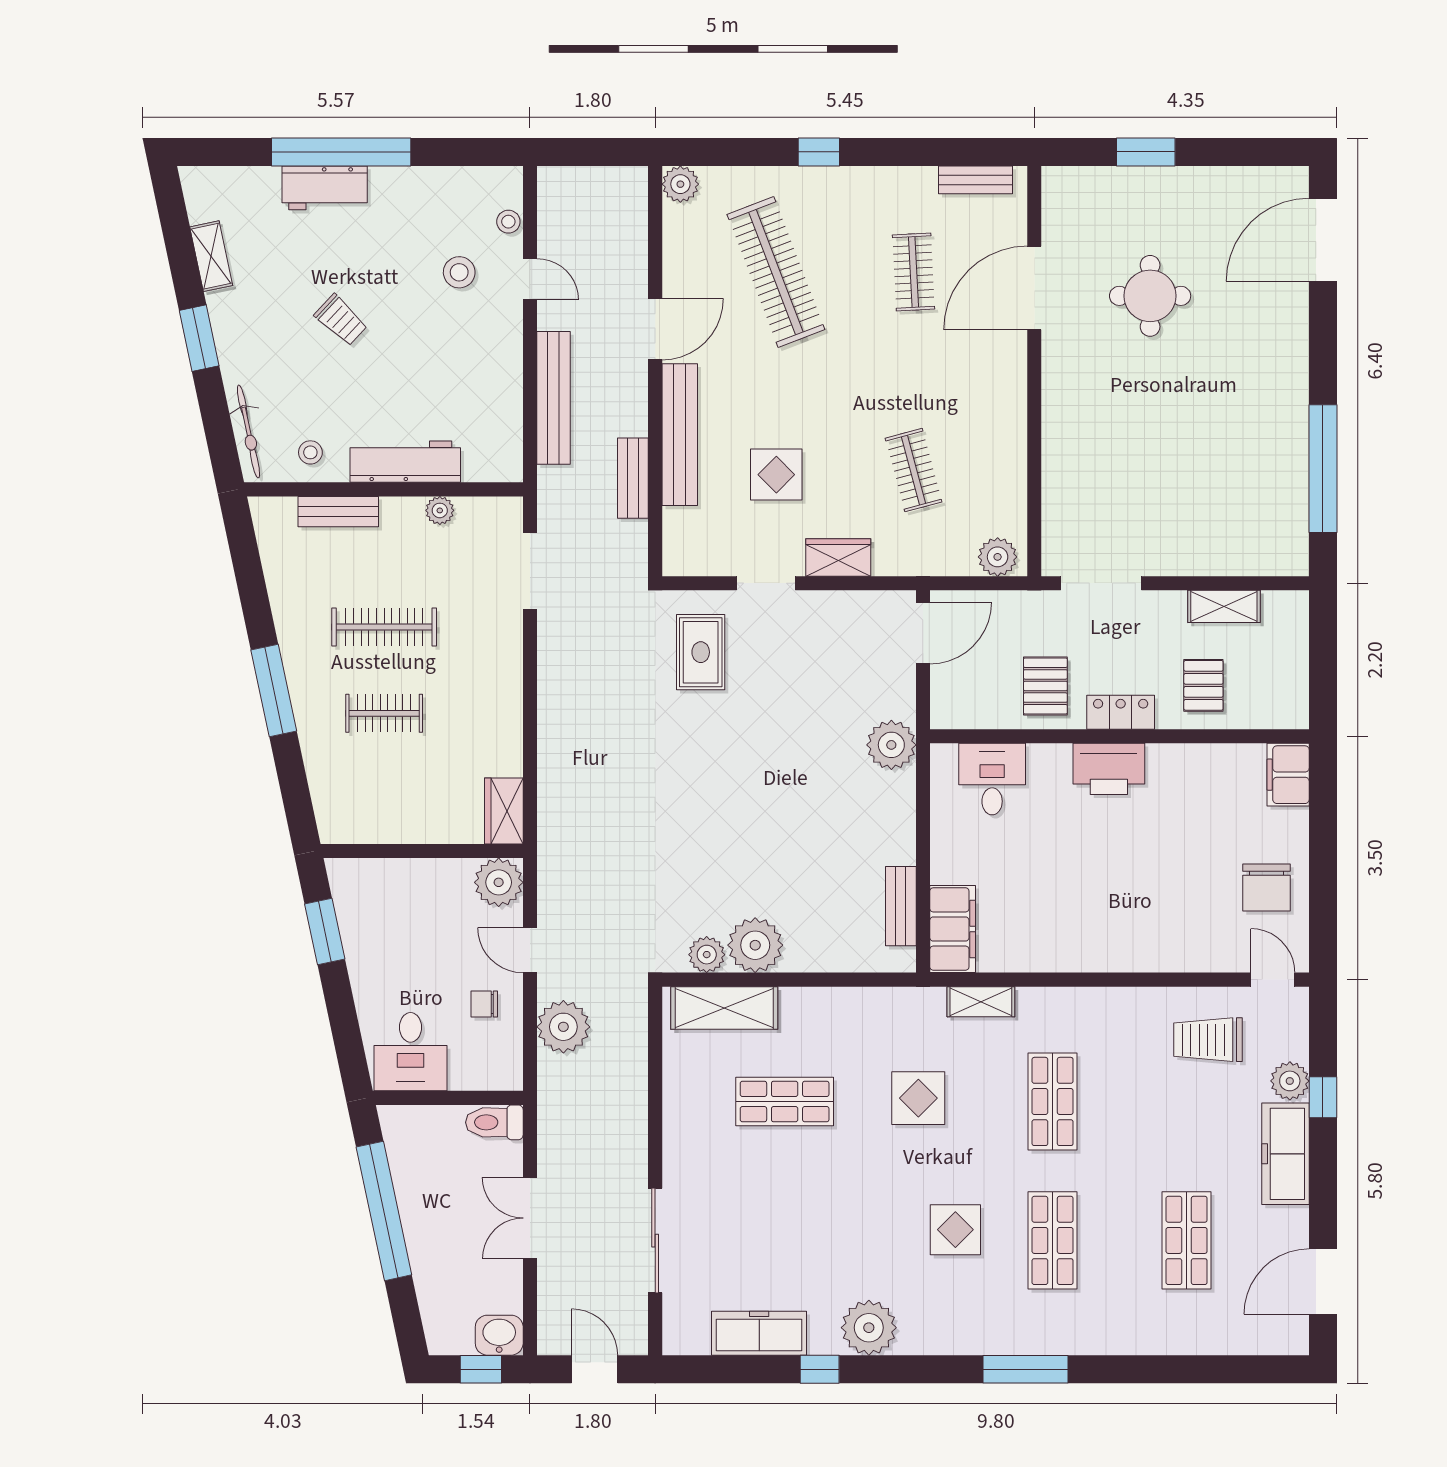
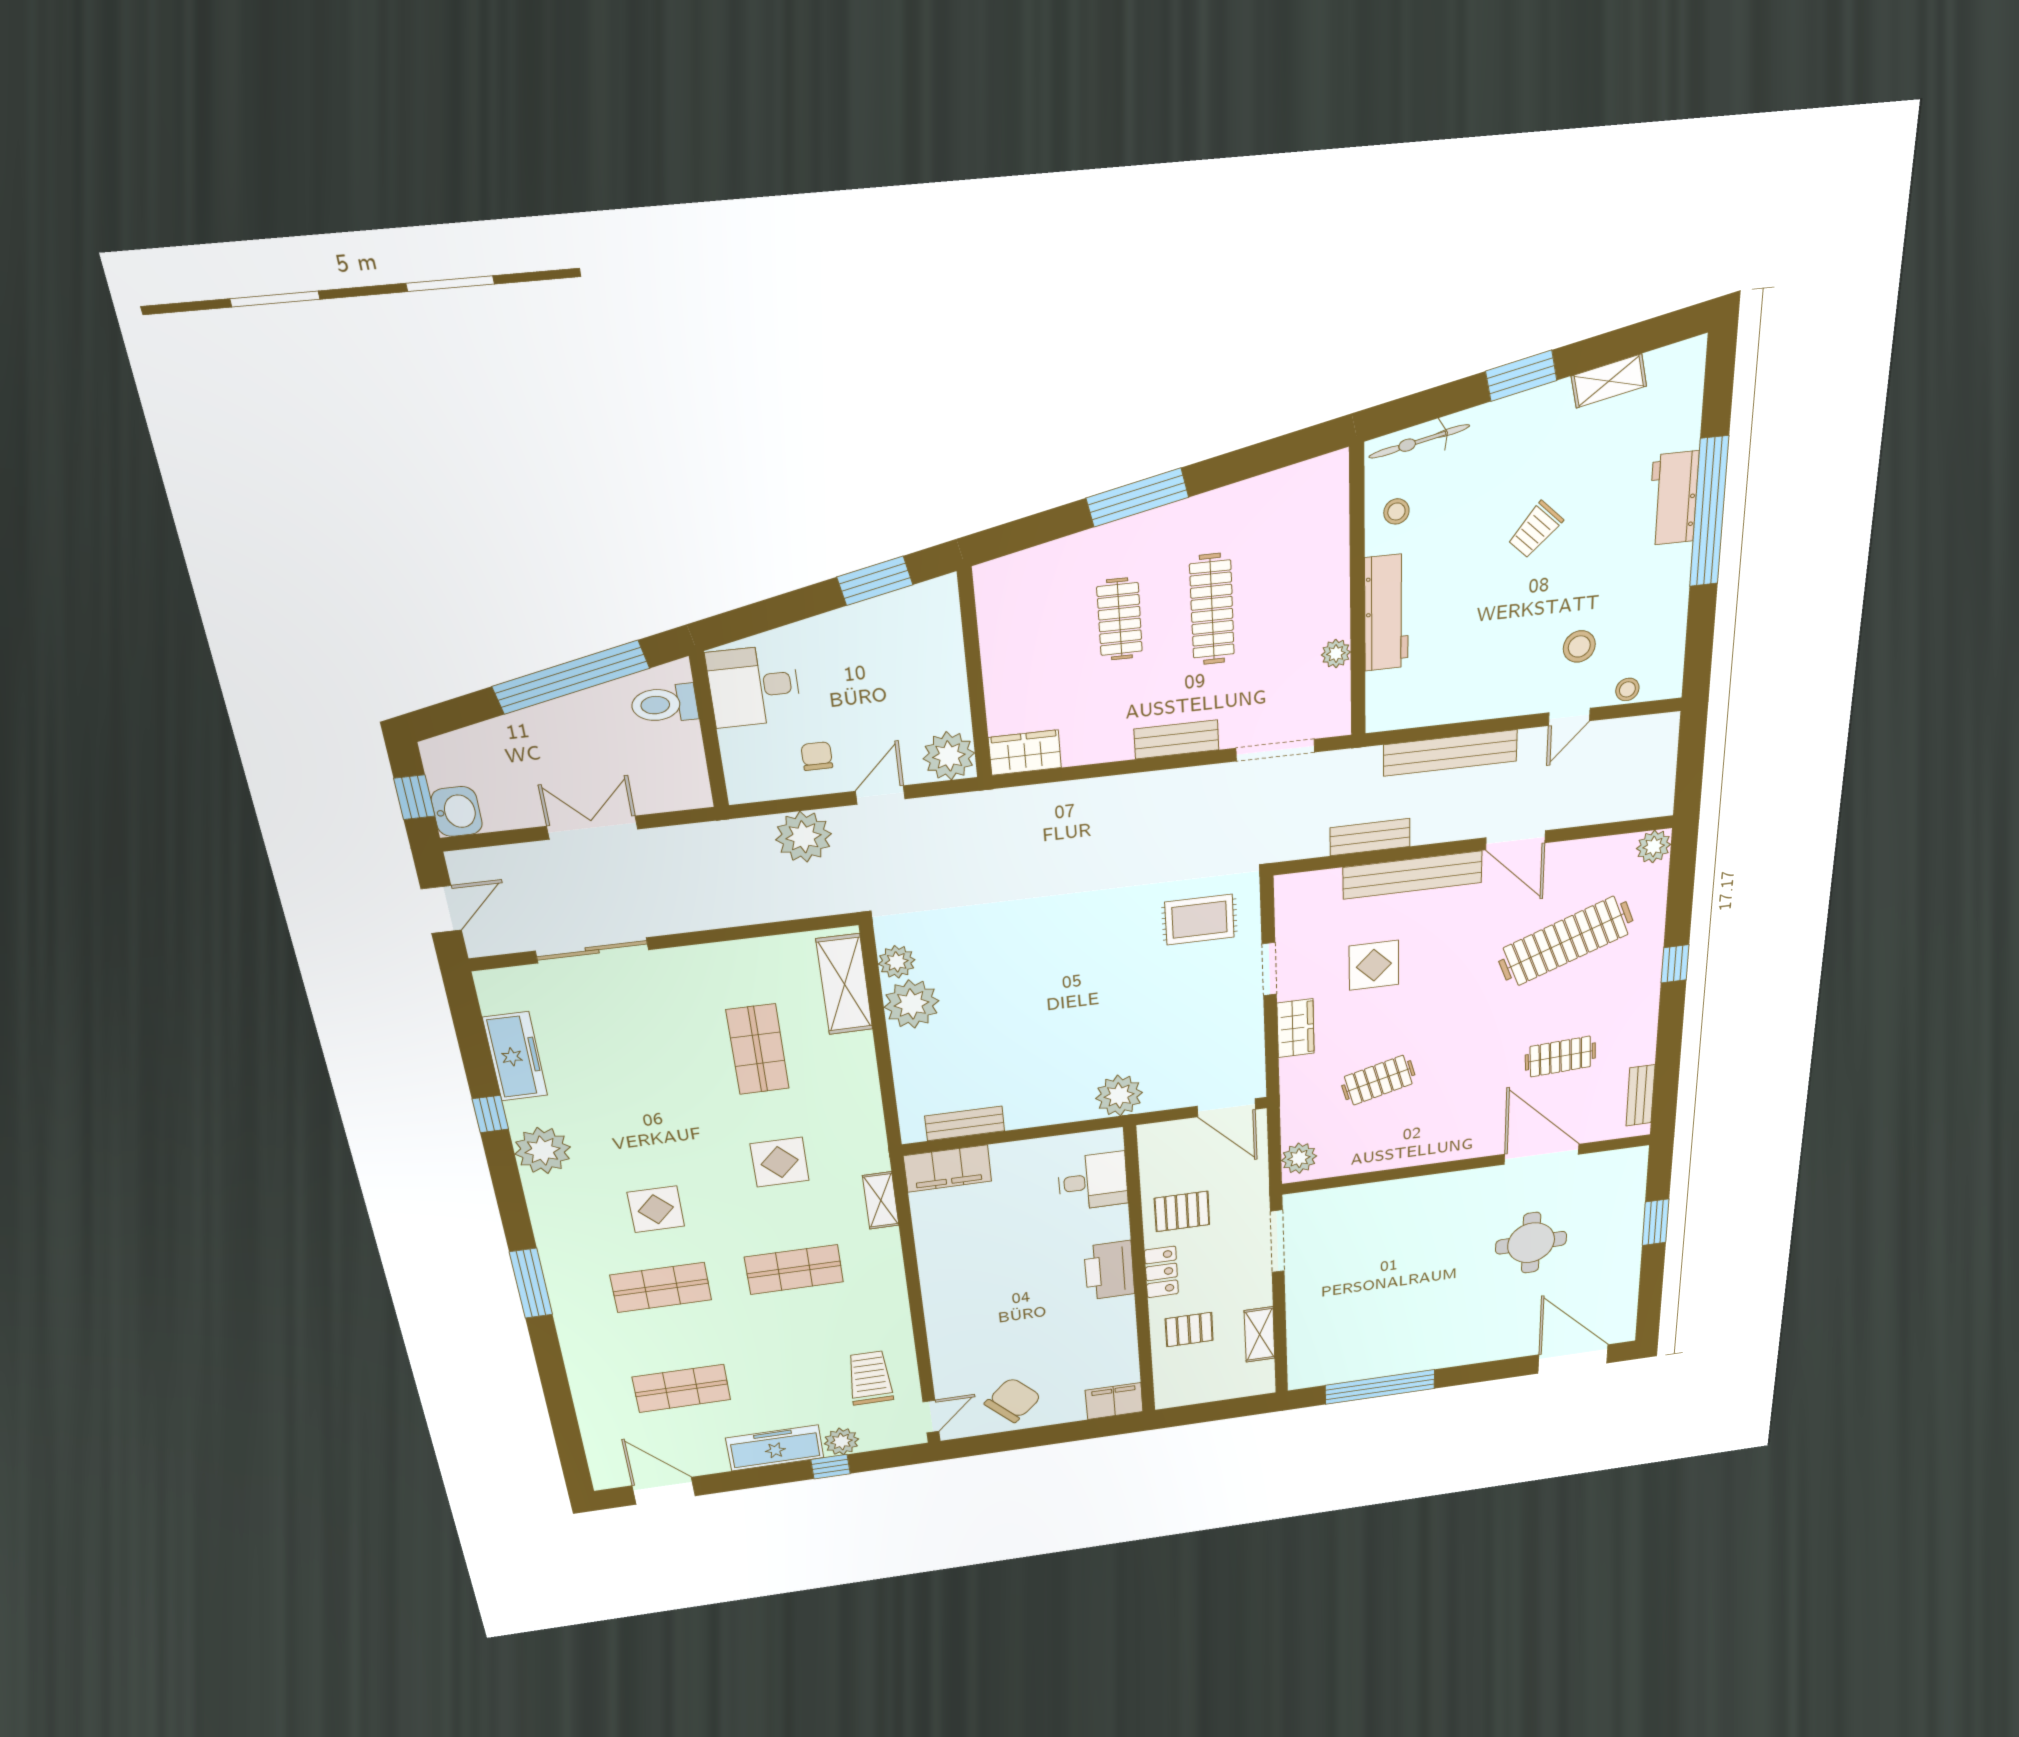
bench: (338, 512) -> (1176, 739), moved, turned 90
chair: (1266, 887) -> (1013, 1400), turned 136
toilet: (494, 1122) -> (664, 704), moved, turned -90

